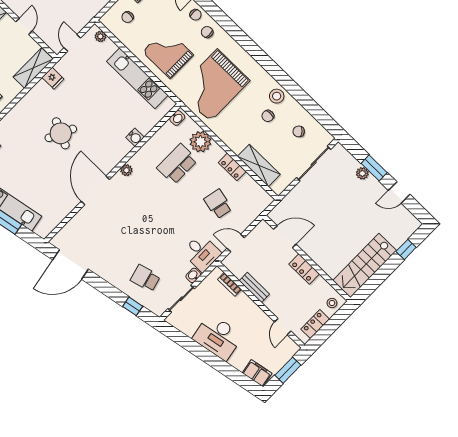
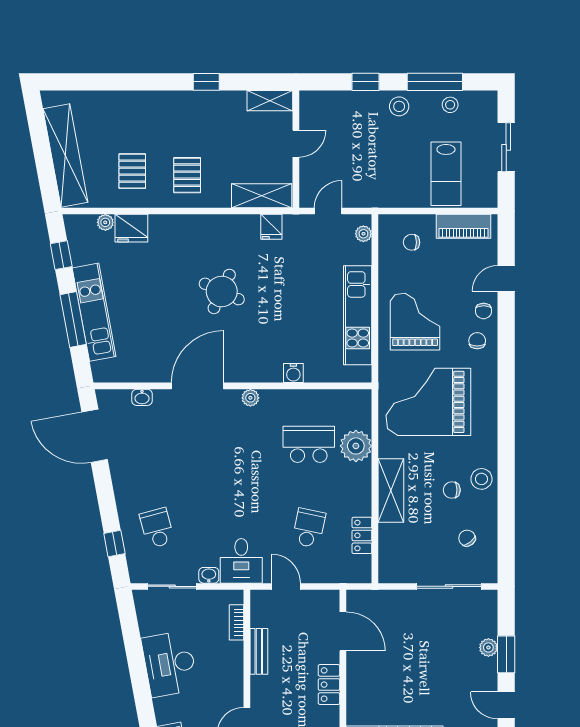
washbasin: (177, 118) -> (142, 397), moved
shelving: (259, 165) -> (391, 490), moved
locker: (232, 167) -> (362, 535), moved

